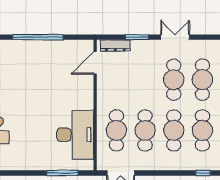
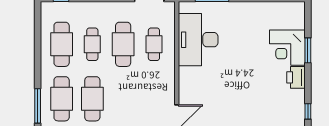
cafe table: (116, 130) -> (154, 44), width x0.73, depth x0.74
cafe table: (174, 130) -> (92, 44), width x0.73, depth x0.74

